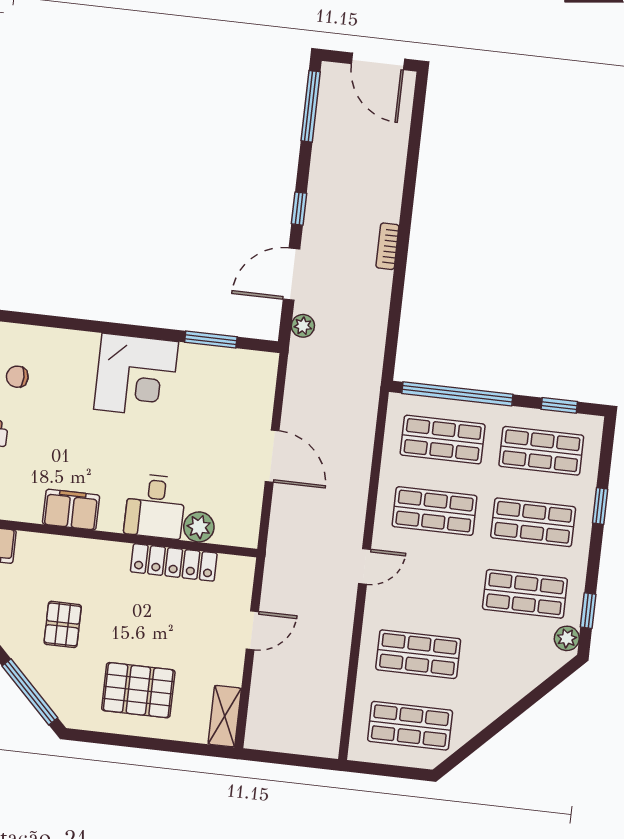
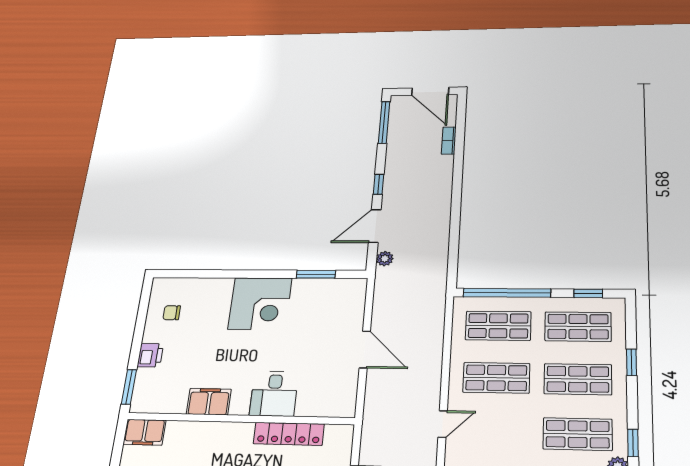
bookcase: (387, 246) -> (449, 141), moved
plant: (199, 527) -> (308, 406), removed

